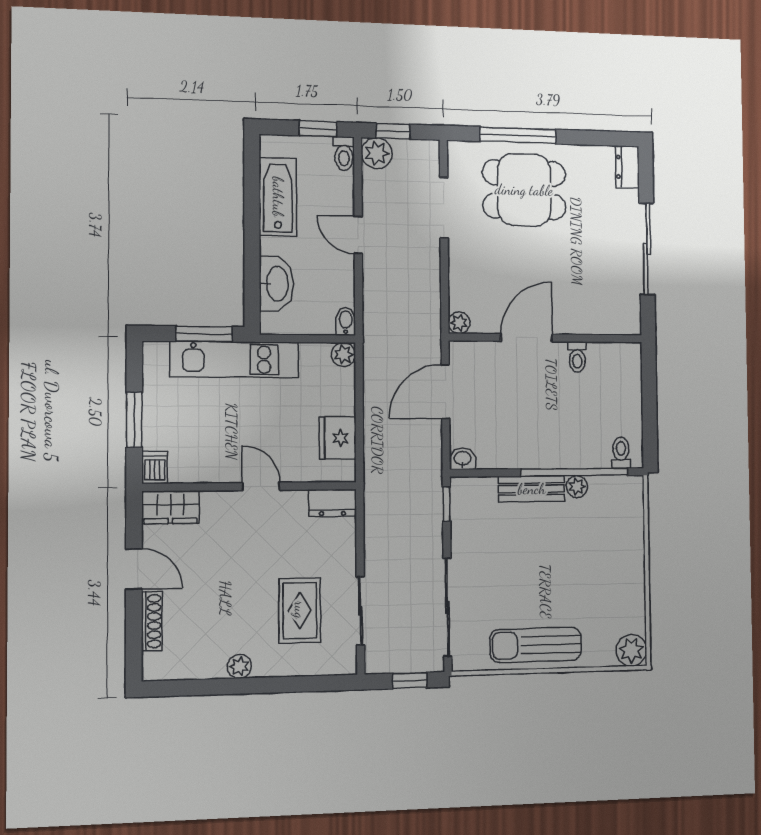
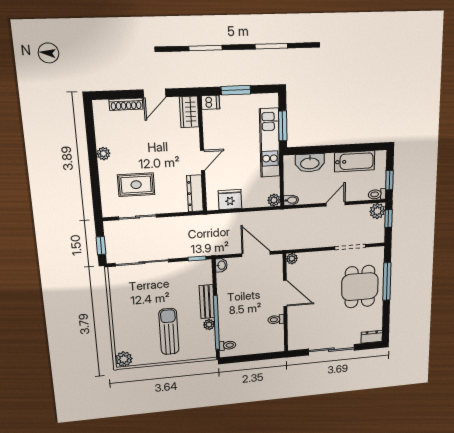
dresser: (332, 503) -> (195, 193), width x1.44
sun lounger: (536, 645) -> (169, 331), moved

